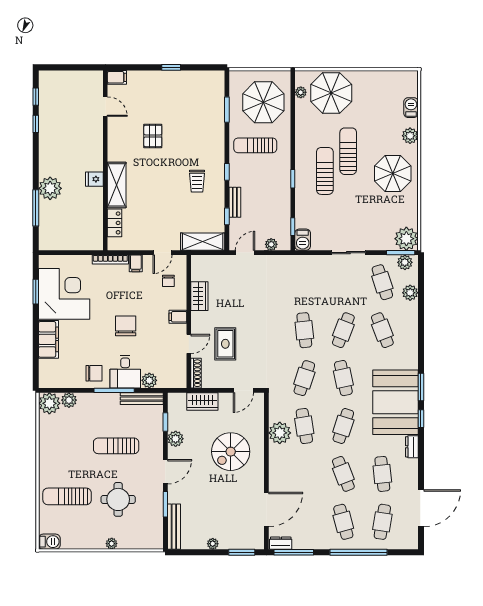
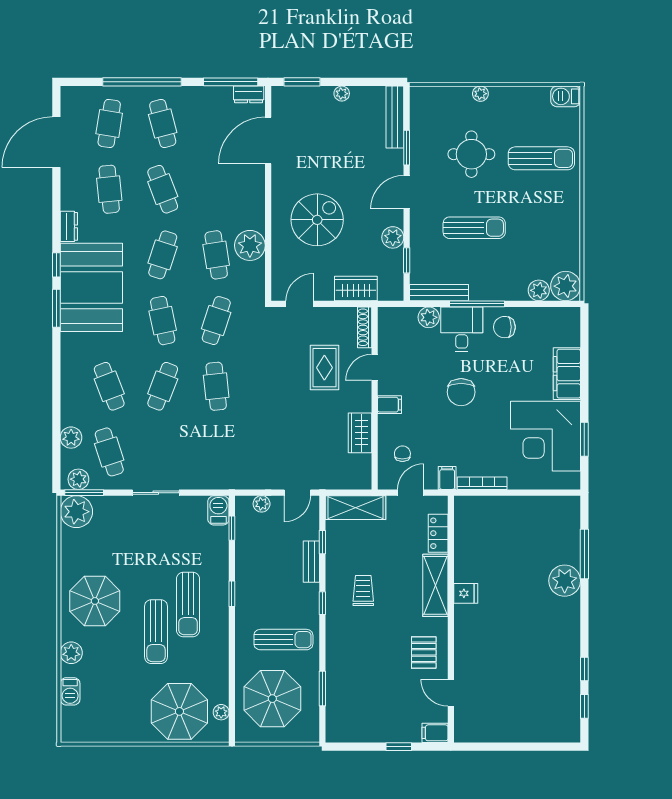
filing cabinet: (117, 77) -> (435, 733), moved
door: (105, 107) -> (451, 693), moved
wall: (105, 160) -> (451, 619), moved
fridge: (94, 179) -> (466, 593), moved
shelving: (117, 185) -> (435, 585), moved
locker: (115, 223) -> (438, 533), moved

